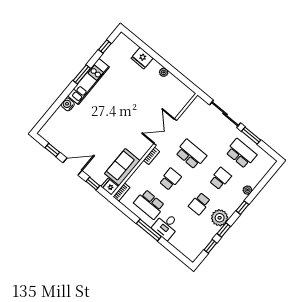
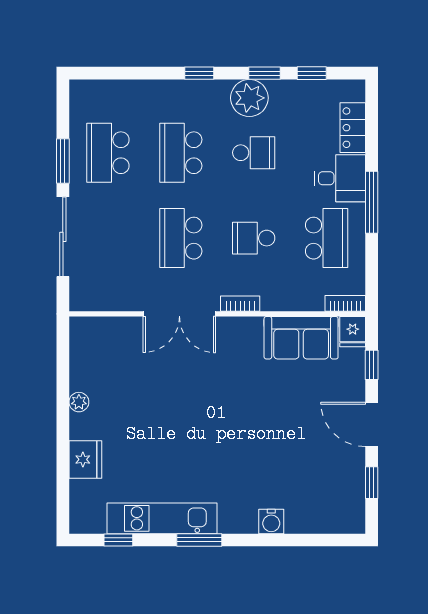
kitchen unit: (89, 81) -> (162, 518), moved
school desk: (220, 179) -> (181, 153), width x1.85
plant: (247, 190) -> (162, 89), removed
locker: (180, 245) -> (353, 128), added

